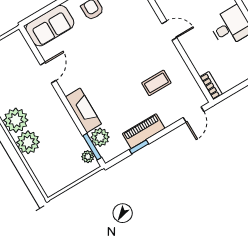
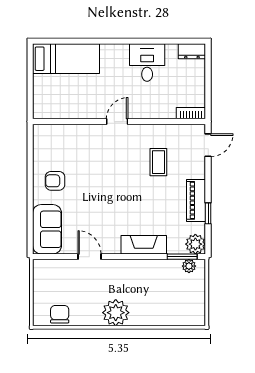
door: (194, 114) -> (208, 145), hinge flipped
plant: (100, 137) -> (195, 244), moved
plant: (28, 142) -> (143, 313), removed

